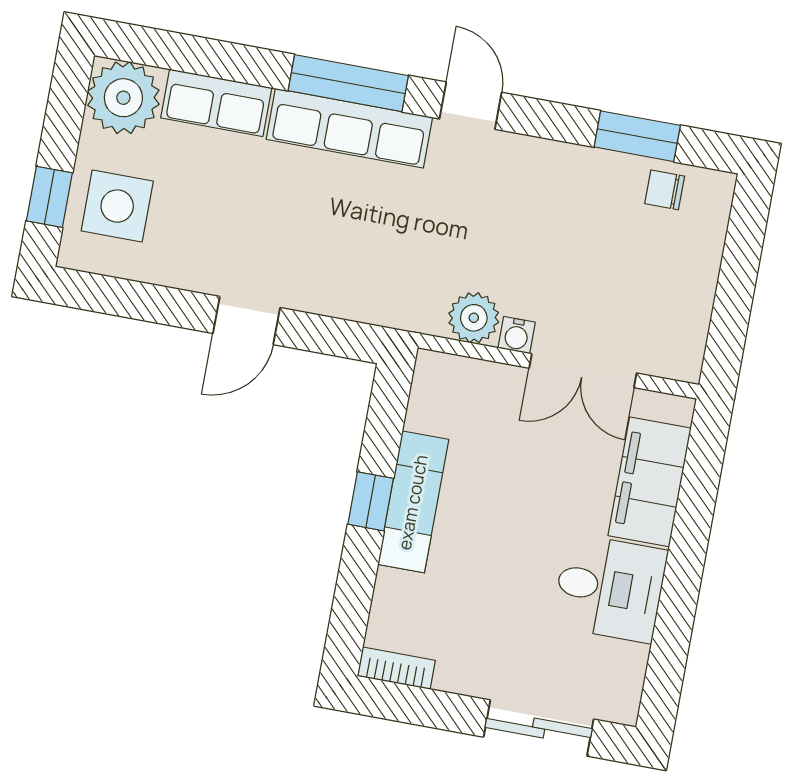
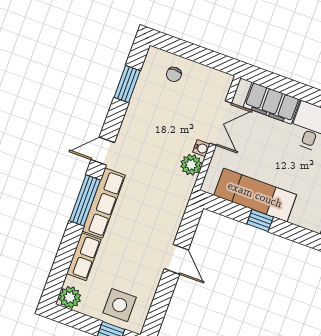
plant: (123, 98) -> (70, 297), width x0.73, depth x0.73
chair: (665, 190) -> (174, 74), moved
exam couch: (413, 502) -> (255, 195), width x1.36, depth x1.45

